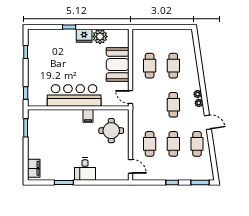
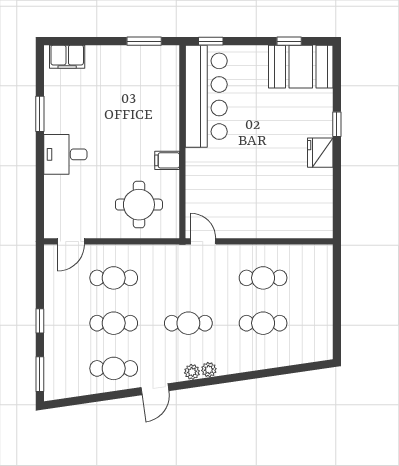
plant: (100, 36) -> (319, 183), removed
booth: (118, 65) -> (301, 67), moved
bar counter: (74, 95) -> (206, 96), moved
door: (131, 97) -> (203, 241), hinge flipped

